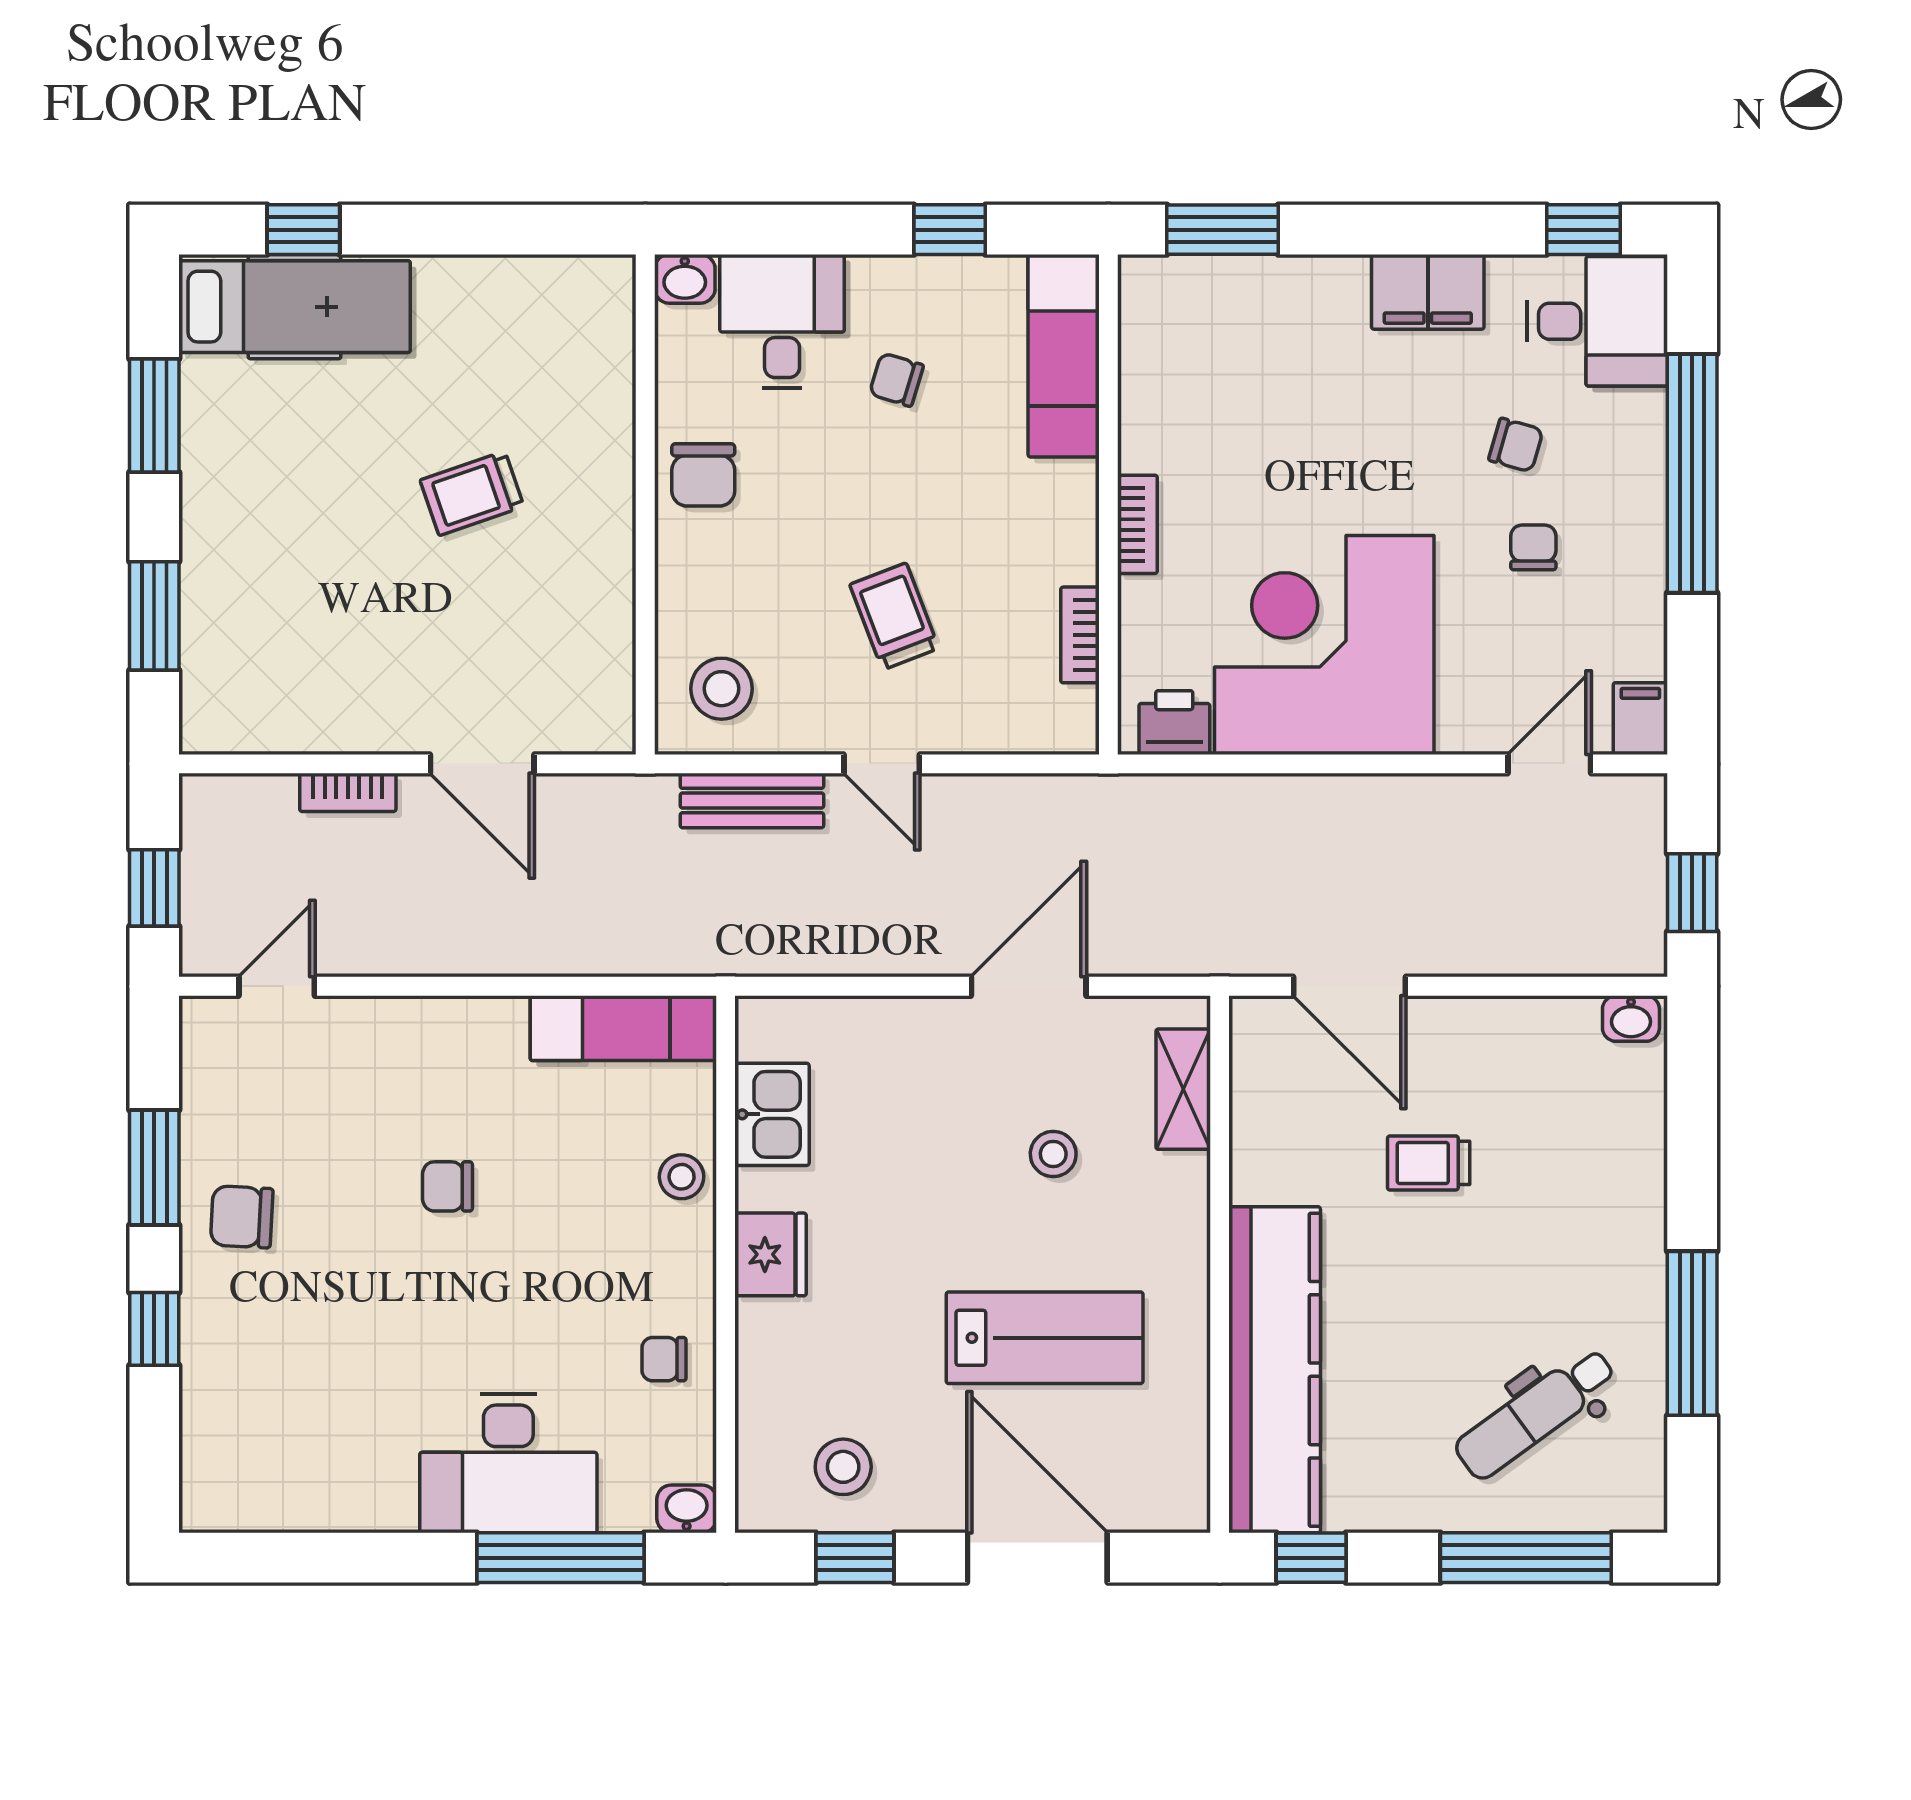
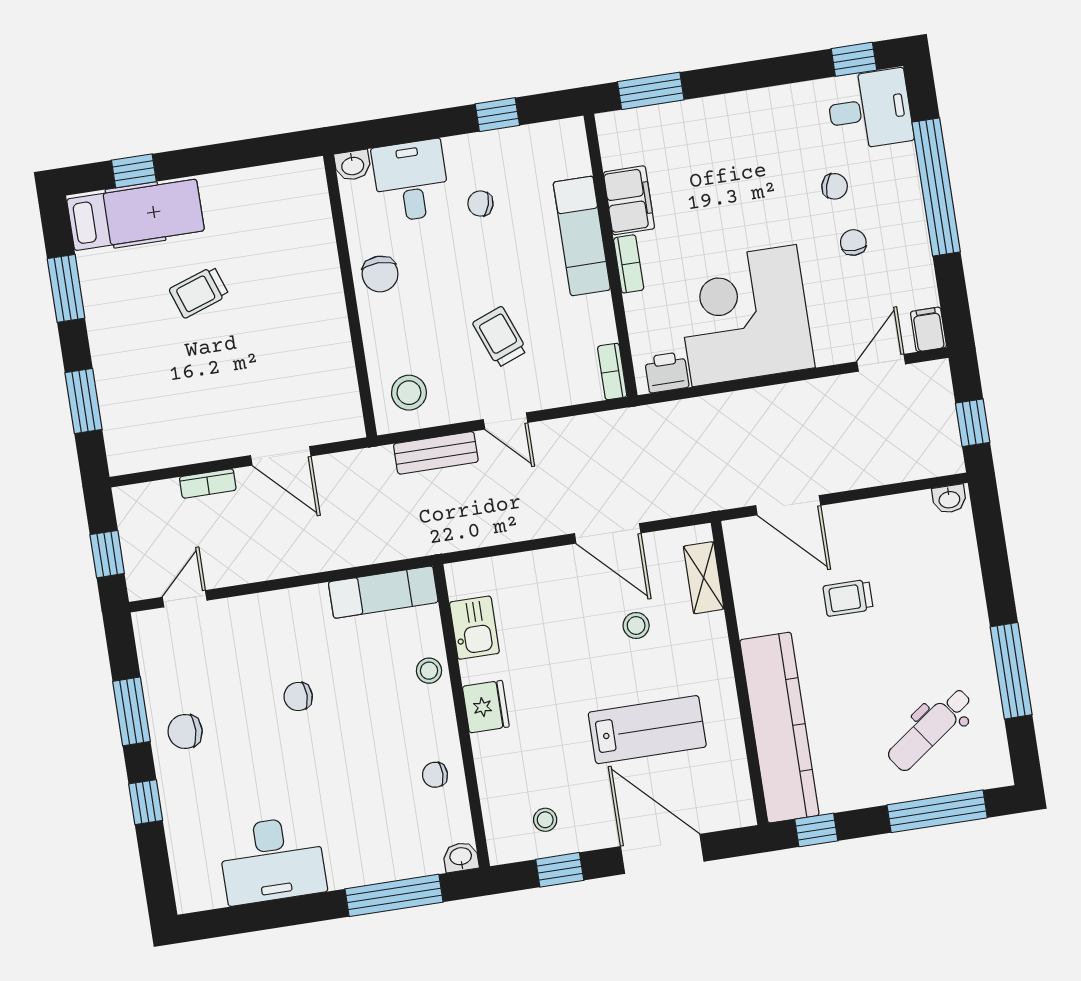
filing cabinet: (1428, 292) -> (629, 200), moved, turned -90
exam couch: (1064, 356) -> (582, 236), moved
trolley: (472, 493) -> (199, 292), moved
bookcase: (1080, 635) -> (612, 372), moved
door: (1029, 986) -> (608, 533), swing flipped
desk: (508, 1463) -> (272, 860), moved
stool: (843, 1467) -> (545, 820), width x0.73, depth x0.73

